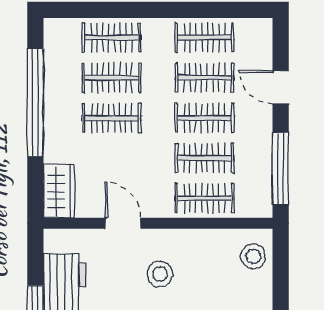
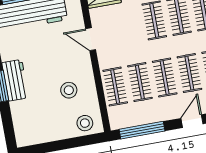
door: (123, 223) -> (91, 39), swing flipped
stool: (160, 274) -> (69, 90), moved

